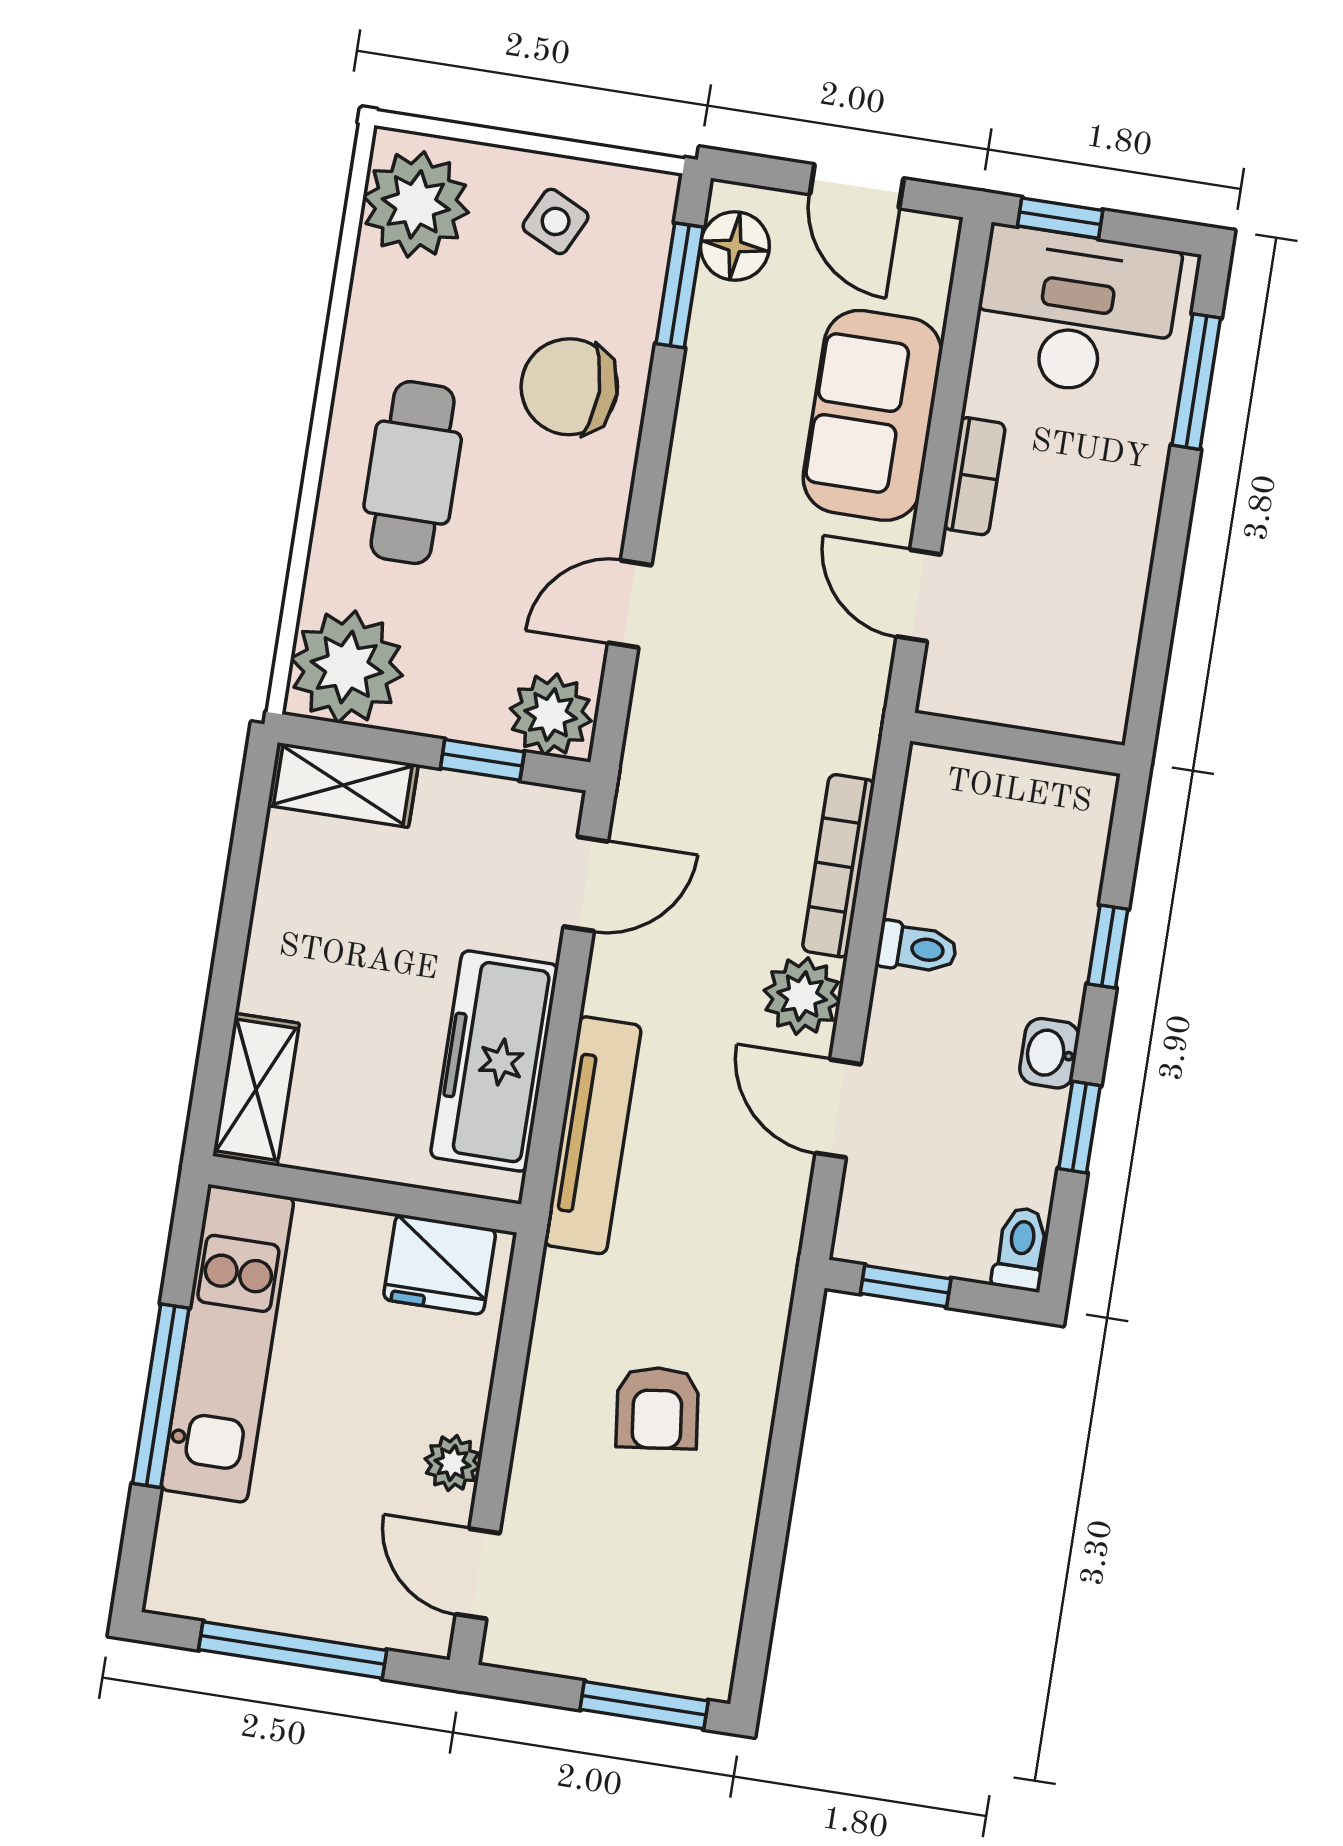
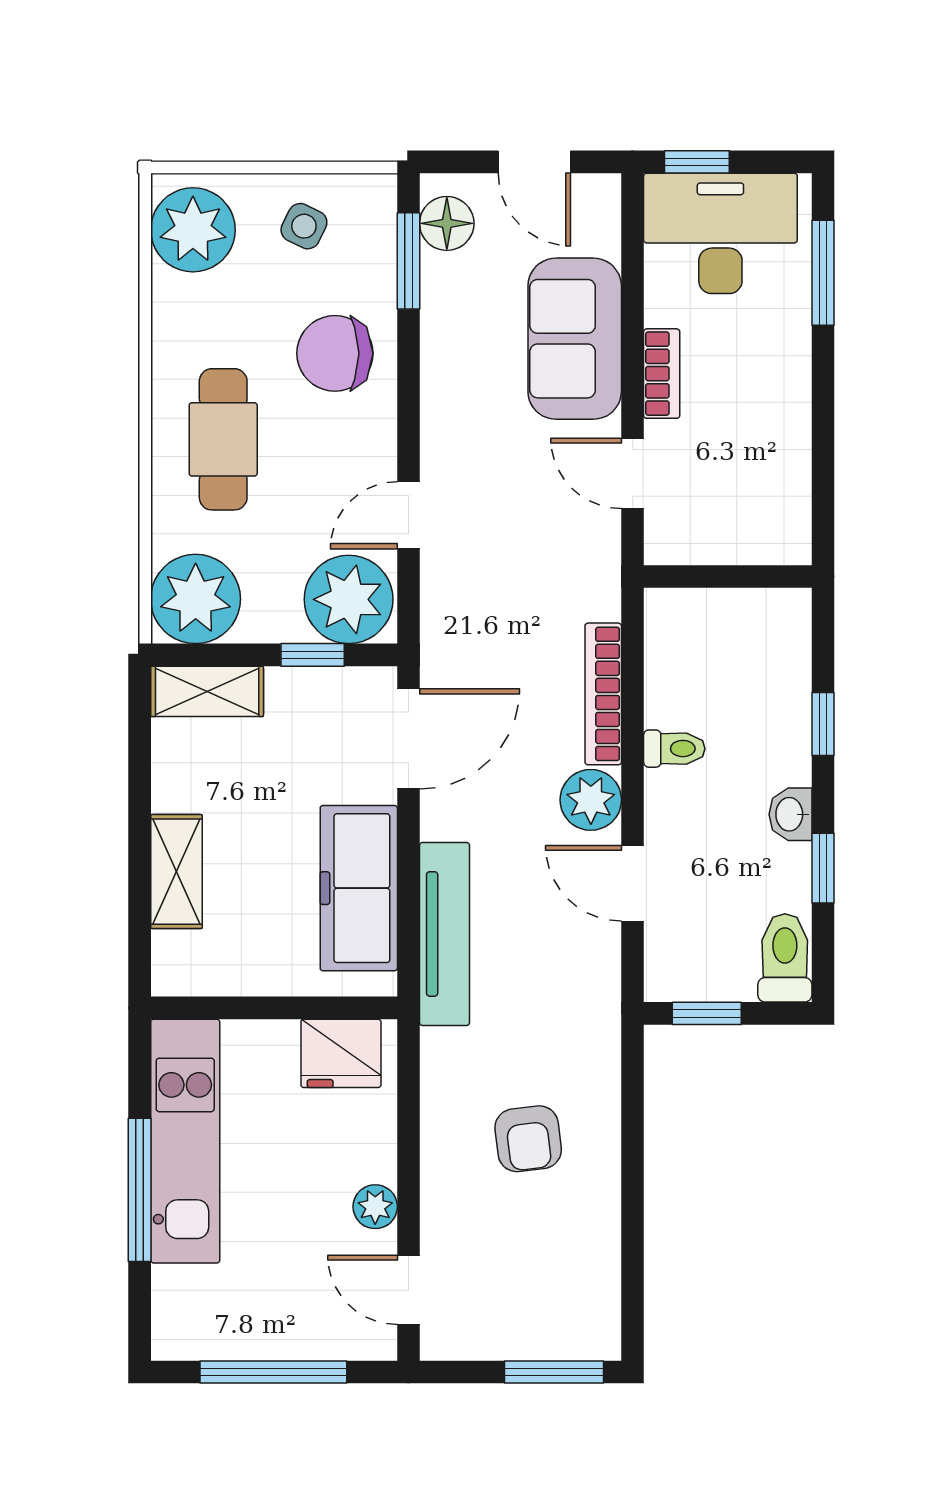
plant: (551, 715) -> (349, 599), width x1.36, depth x1.36
door: (586, 884) -> (408, 739), width x1.38
shelving: (256, 1090) -> (176, 872), moved
toilet: (1021, 1249) -> (785, 958), width x1.37, depth x1.39

